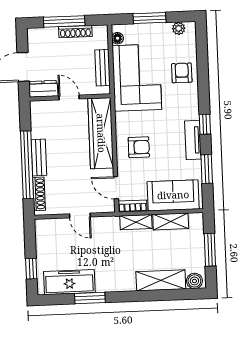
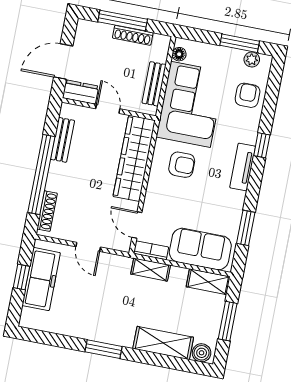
window: (149, 18) -> (240, 43), moved
armchair: (182, 73) -> (248, 95), moved
window: (205, 124) -> (262, 145), moved
tv unit: (193, 140) -> (243, 167), moved
armchair: (139, 147) -> (182, 165), moved
bench: (39, 158) -> (63, 140), moved
shelving: (171, 221) -> (208, 282), moved
window: (31, 269) -> (21, 277), moved
freezer: (69, 282) -> (41, 279), moved, turned 90
window: (90, 298) -> (104, 349), moved

